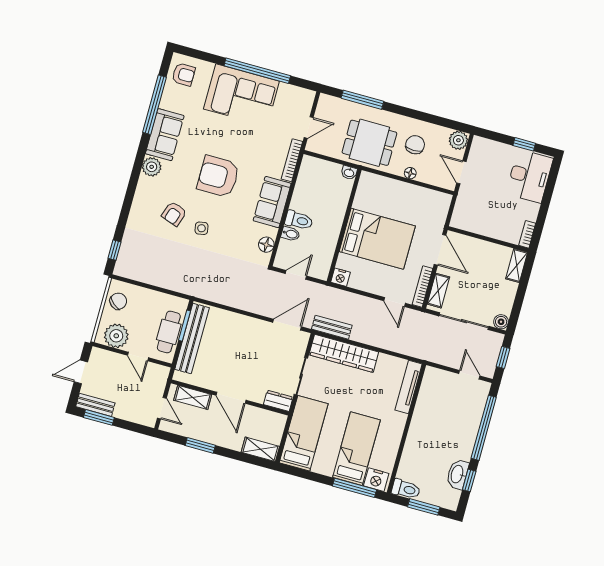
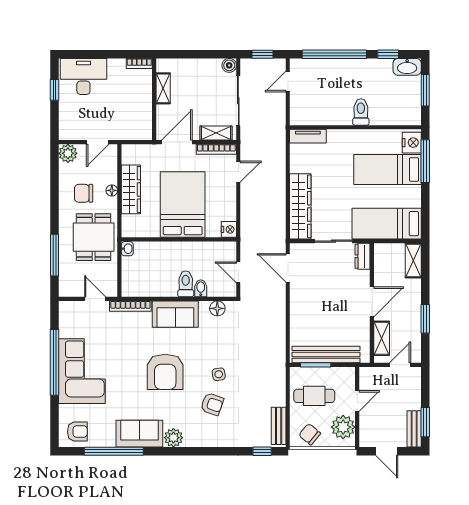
armchair: (184, 74) -> (77, 432), turned 90
wardrobe: (406, 192) -> (131, 189), added
shelving: (517, 265) -> (163, 88), moved, turned 90
bench: (332, 327) -> (279, 426), moved
cafe table: (169, 332) -> (314, 396), moved
tv unit: (409, 387) -> (308, 136), width x0.71
washbasin: (457, 474) -> (407, 67), moved
toilet: (406, 489) -> (361, 112), moved

